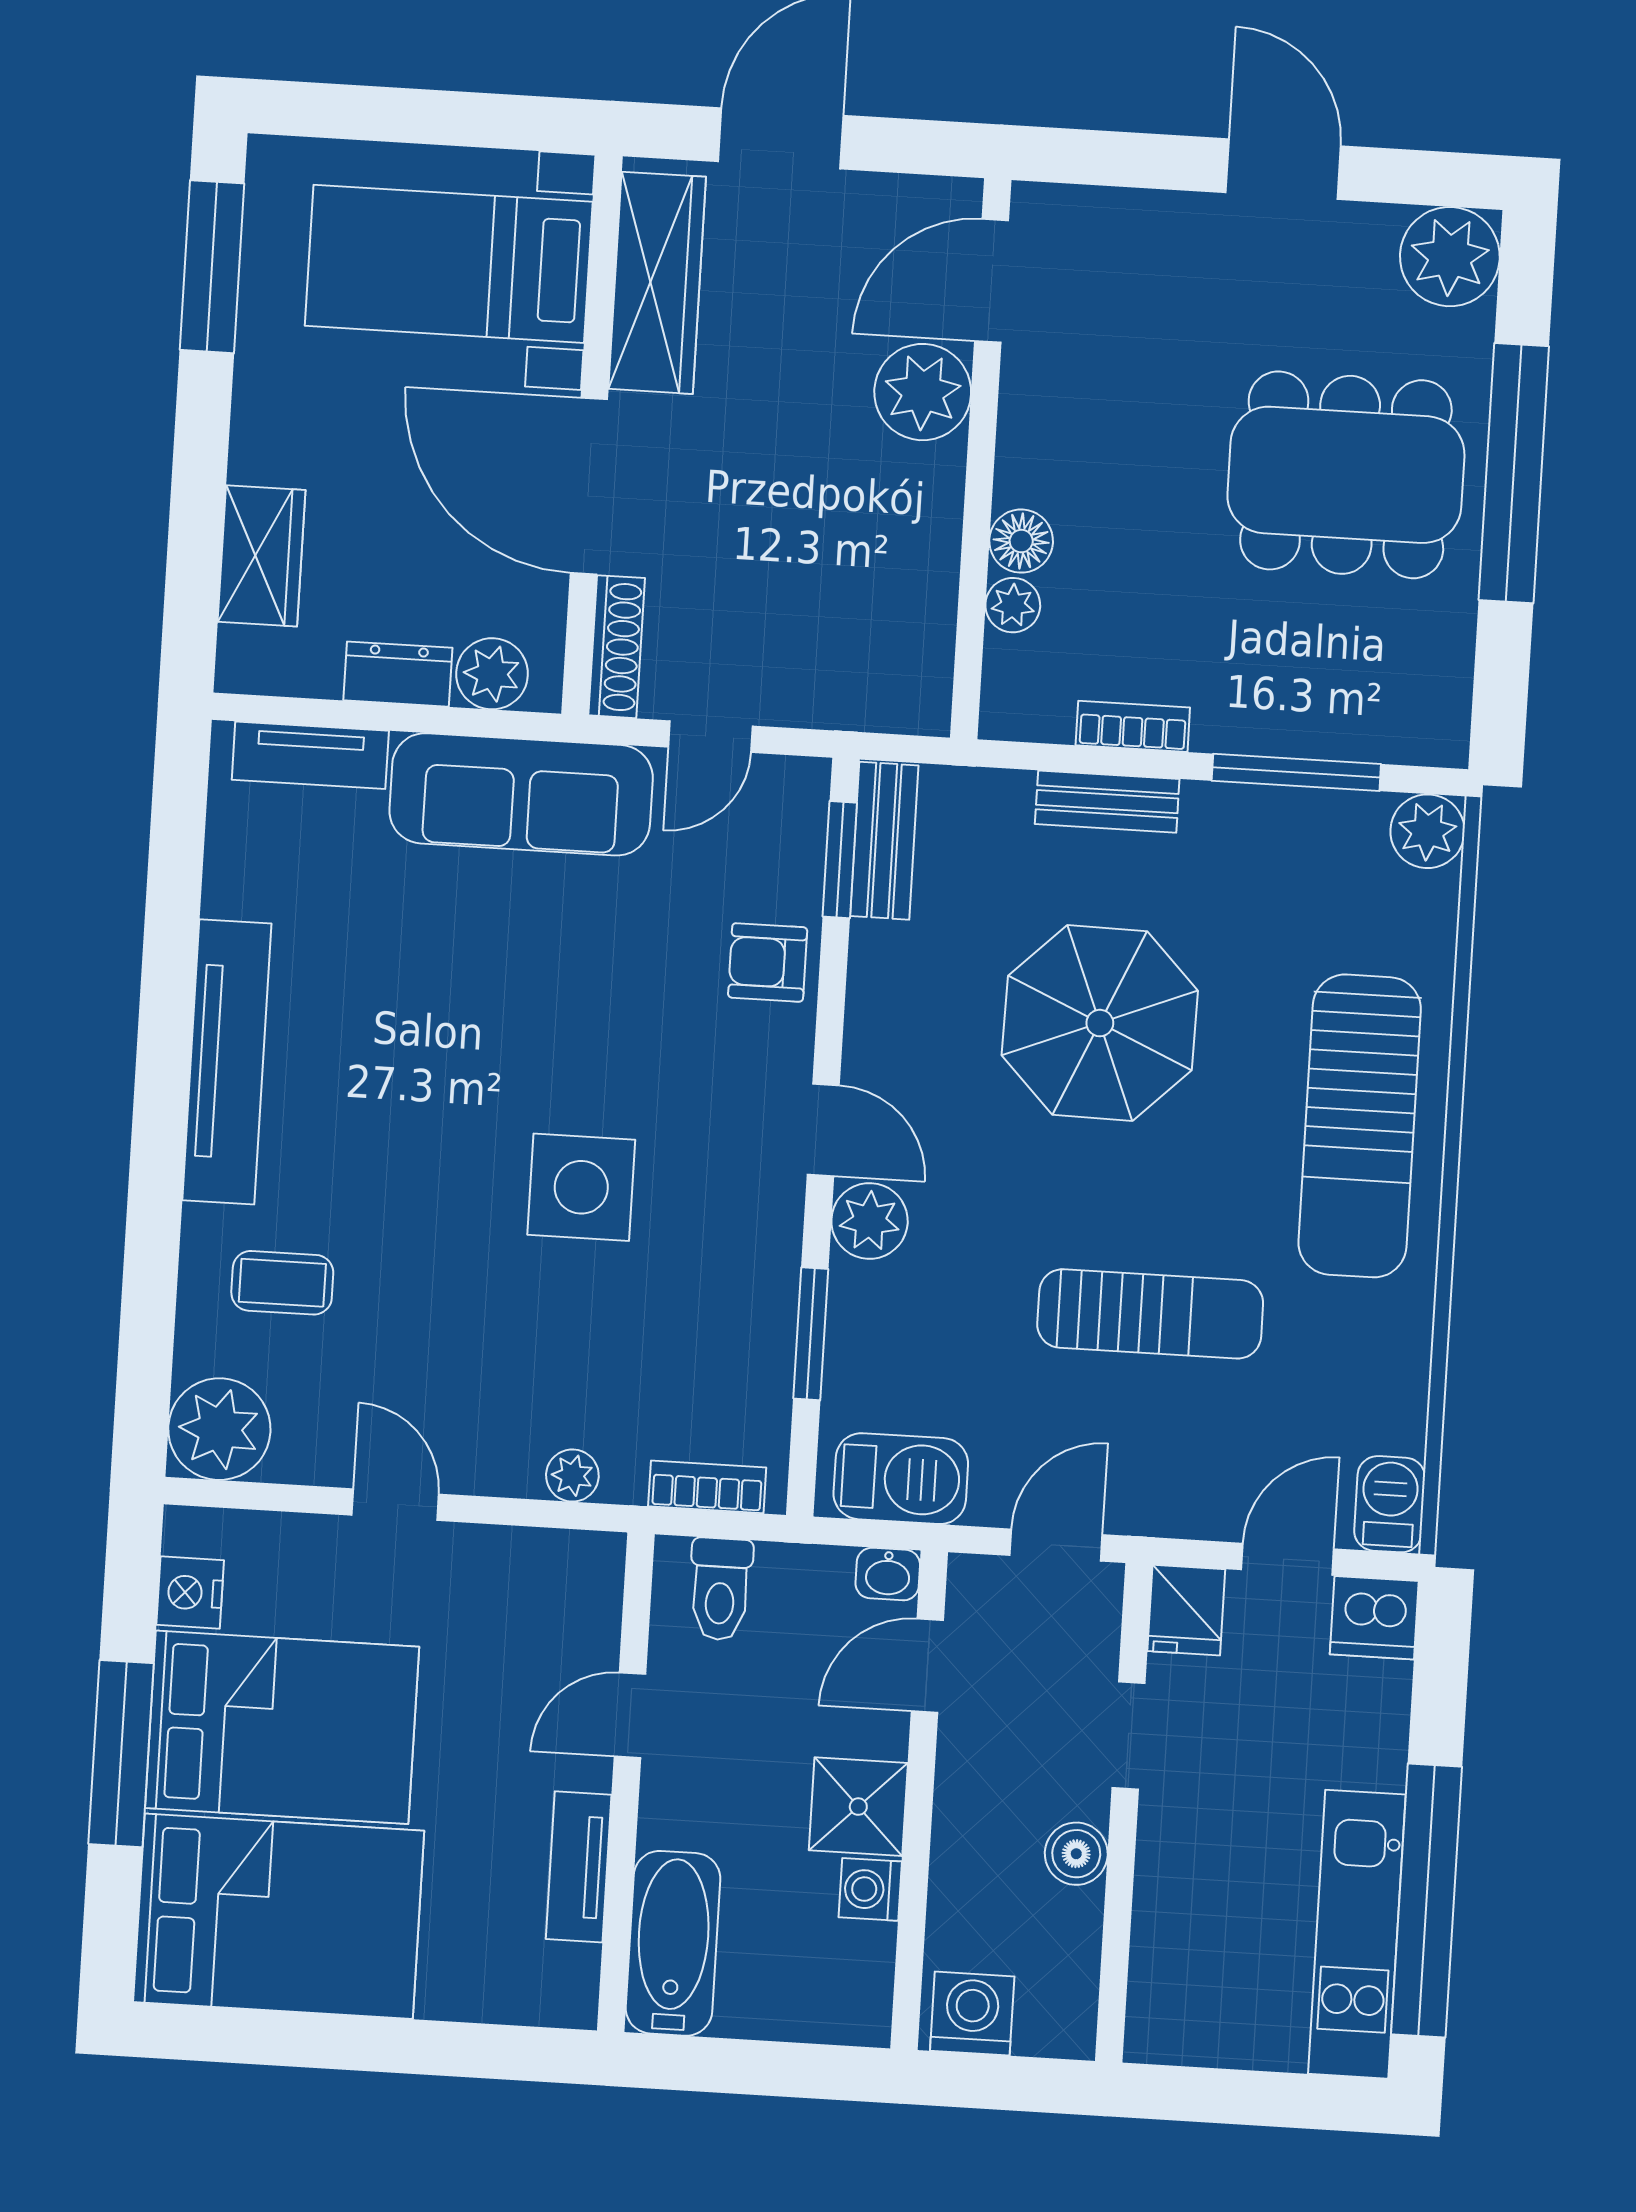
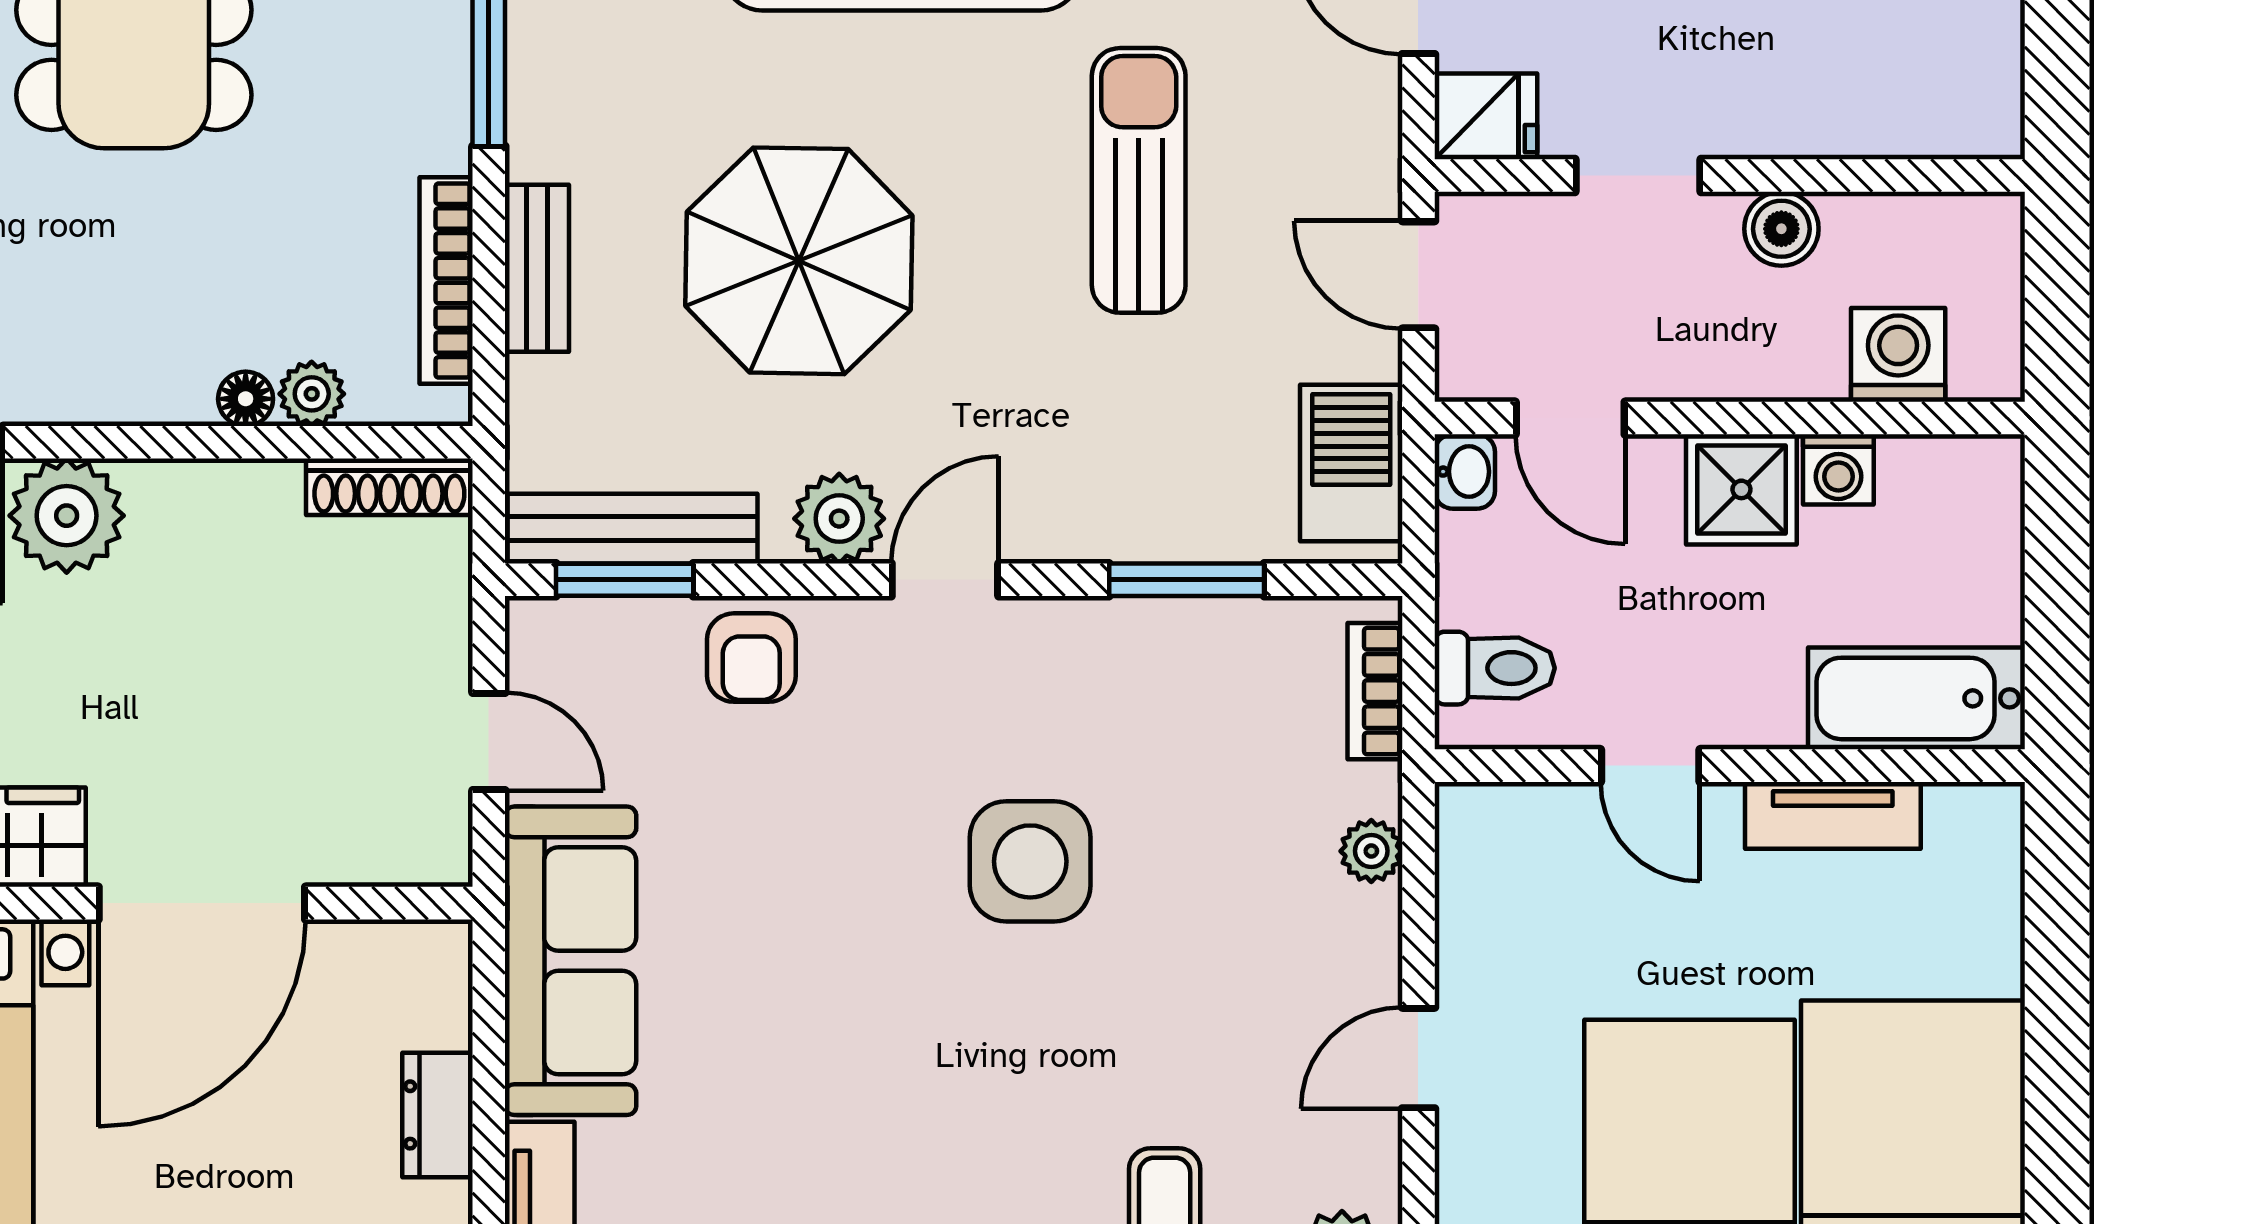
floor lamp: (1021, 541) -> (246, 399), width x0.73, depth x0.73
shoe rack: (617, 647) -> (389, 487), moved, turned 180
plant: (492, 674) -> (430, 1004), removed
bookcase: (1133, 726) -> (446, 281), width x1.56
bench: (884, 841) -> (632, 529), width x1.36
plant: (870, 1221) -> (839, 519), moved
washing machine: (972, 2014) -> (1898, 355), moved, turned 90

